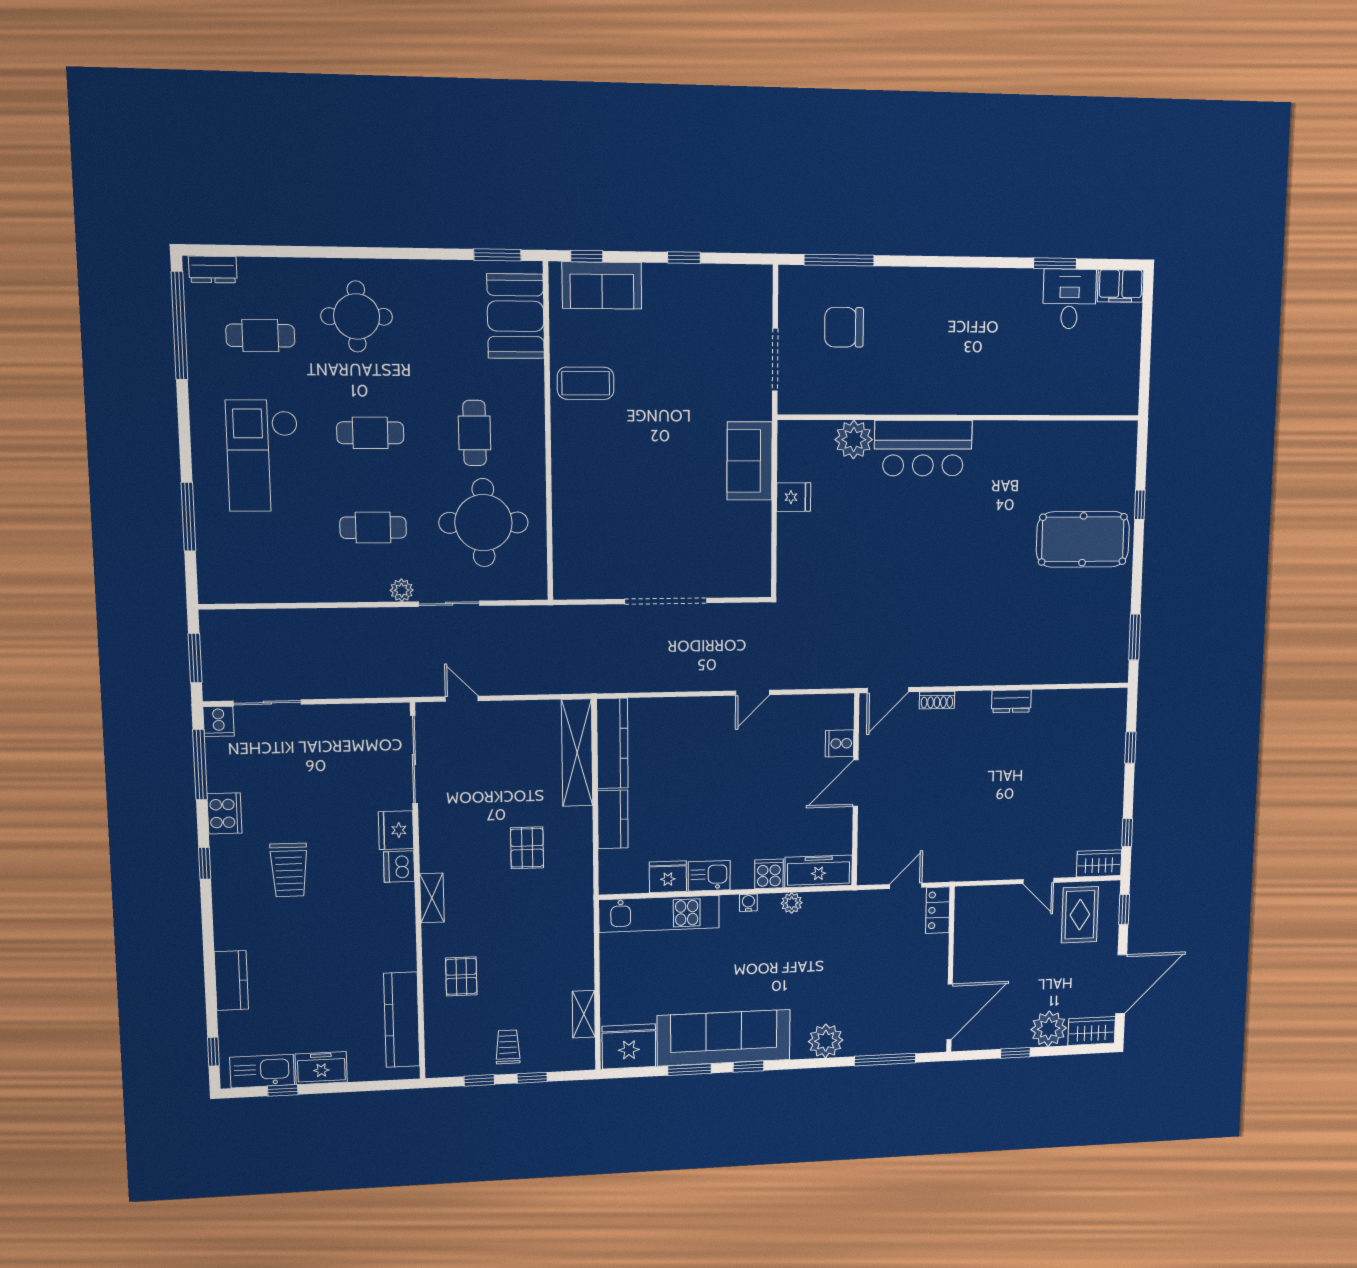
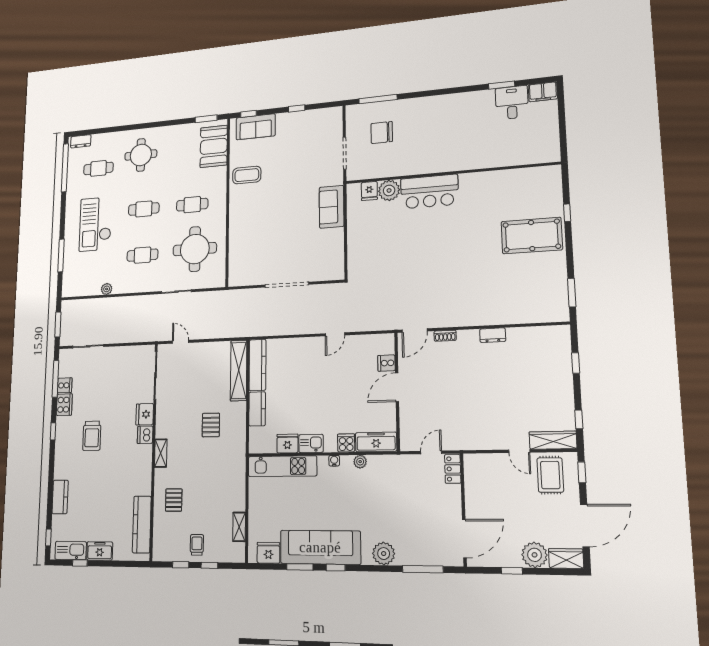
cafe table: (475, 433) -> (192, 205), turned 90
fridge: (794, 497) -> (369, 191), moved, turned 90
plant: (402, 590) -> (107, 289), moved
cooker: (218, 721) -> (65, 385), moved, turned -90
wardrobe: (1099, 863) -> (553, 440), width x1.50
fridge: (629, 1046) -> (268, 553), width x0.73, depth x0.75

